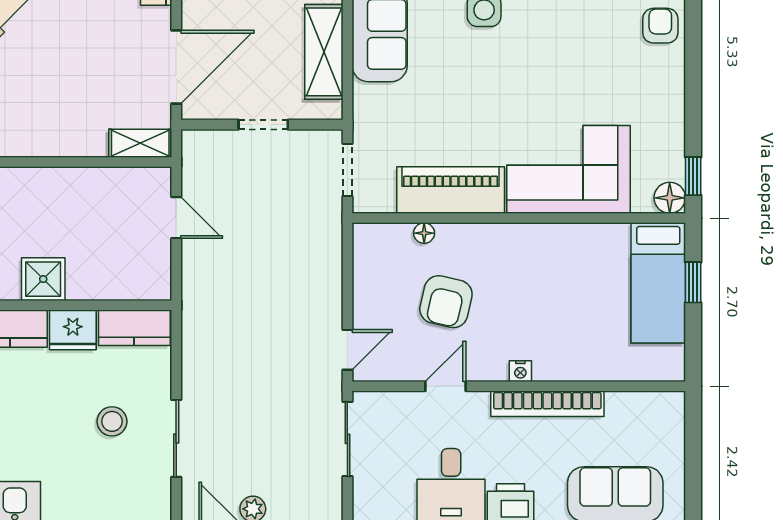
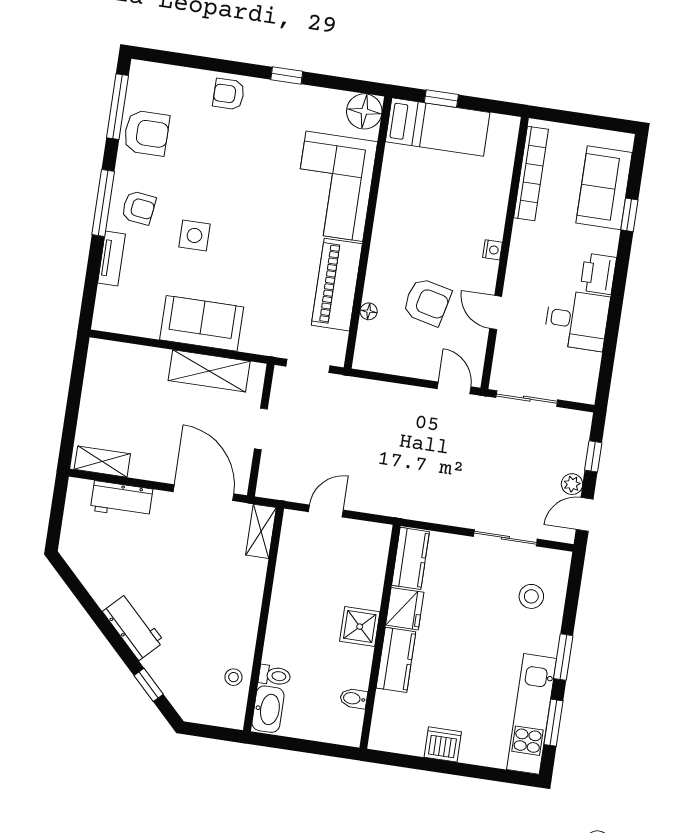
window: (693, 176) -> (287, 75), moved
floor lamp: (670, 198) -> (364, 111), width x1.38, depth x1.38
bookcase: (547, 404) -> (531, 174), moved
stool: (112, 421) -> (531, 596), moved

